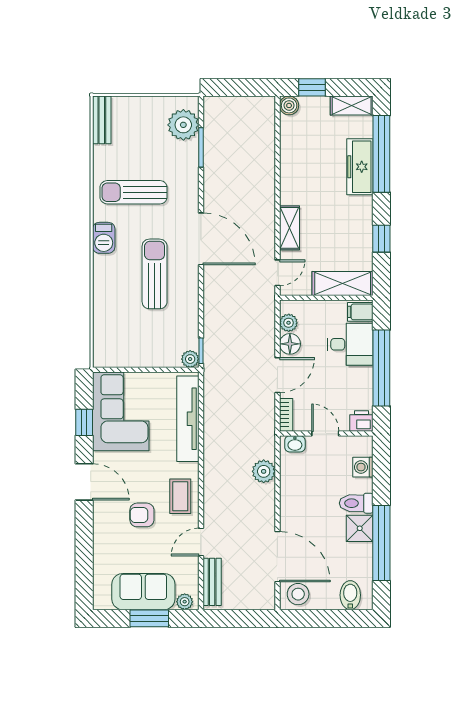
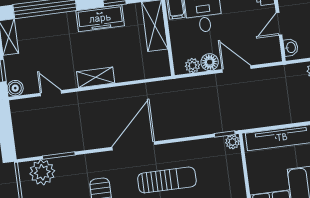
freezer: (360, 167) -> (100, 18), moved
shelving: (289, 228) -> (96, 77), moved
door: (277, 273) -> (51, 93), moved
sun lounger: (155, 274) -> (167, 180), turned 180
bookcase: (286, 415) -> (268, 58), removed

